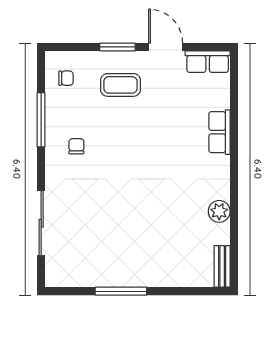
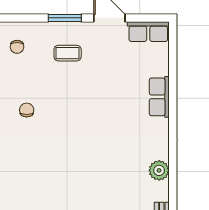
chair: (66, 78) -> (17, 47), turned 90
coffee table: (120, 85) -> (68, 53), width x0.73, depth x0.77

